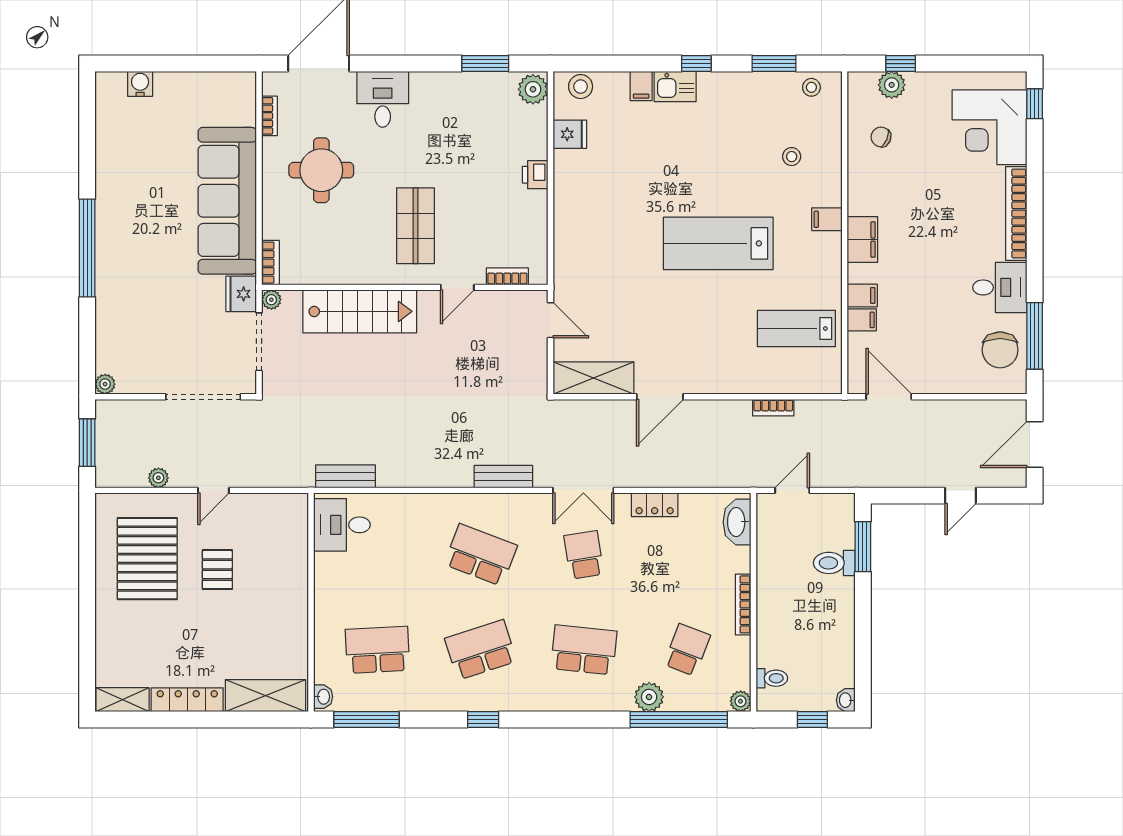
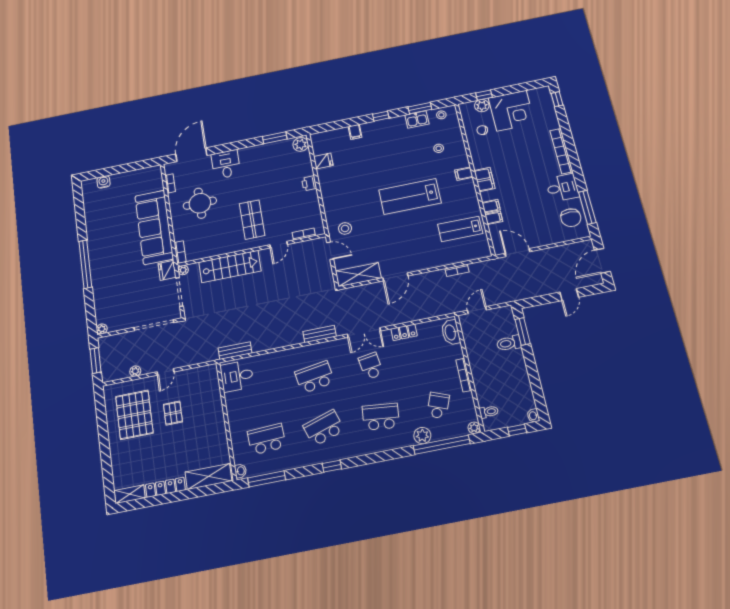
stool: (581, 87) -> (345, 228), moved
kitchen sink: (675, 87) -> (417, 119), moved
corner desk: (990, 127) -> (512, 111), moved, turned -90
school desk: (481, 555) -> (315, 377), turned -30

